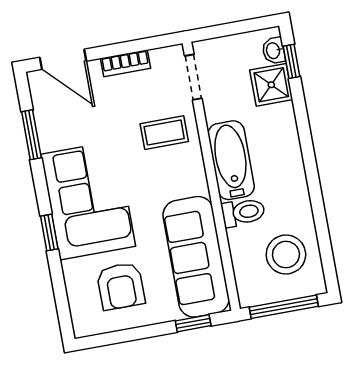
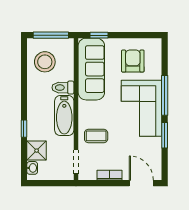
window: (291, 61) -> (24, 129), moved
window: (31, 135) -> (165, 135), moved
window: (49, 233) -> (165, 95), width x2.17

